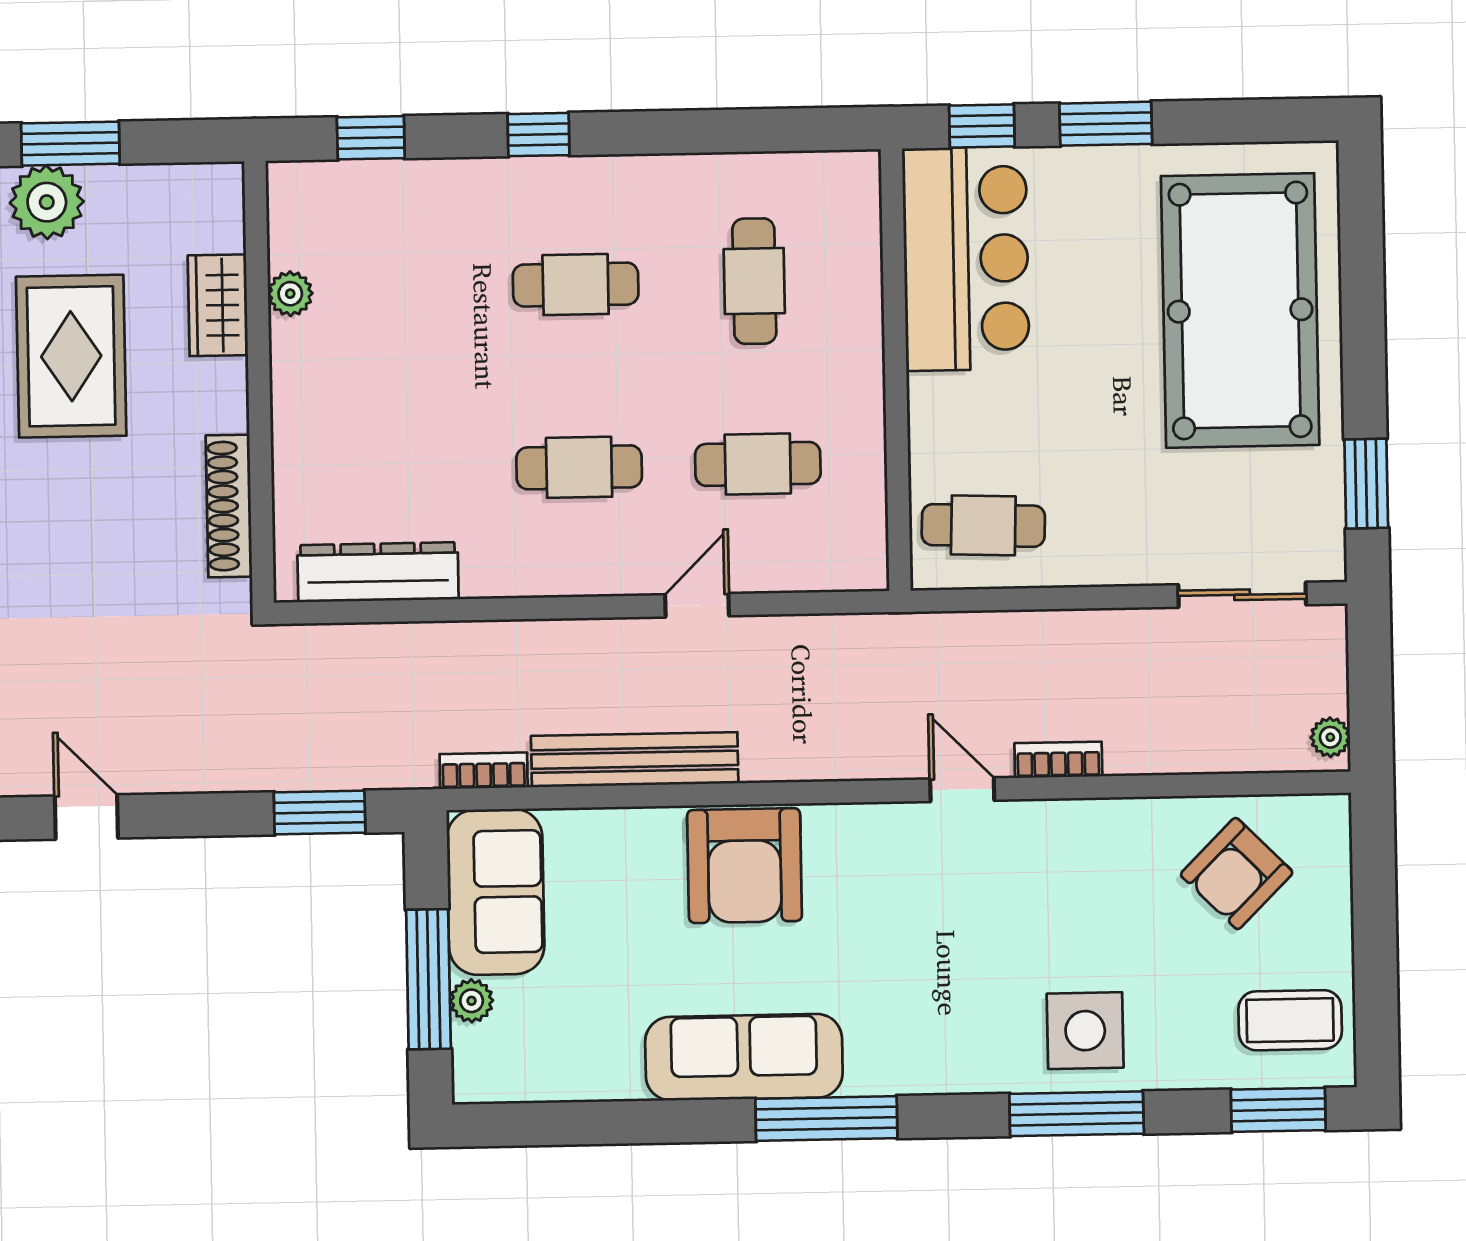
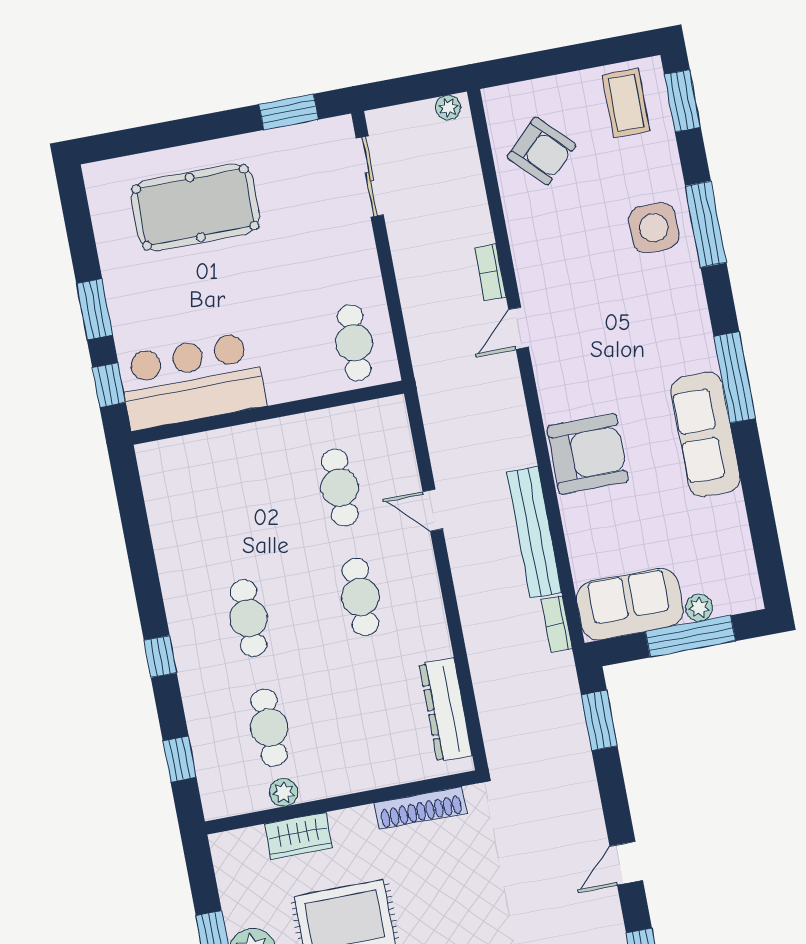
cafe table: (754, 281) -> (269, 728), moved, turned 90
pool table: (1240, 310) -> (195, 207), width x0.73, depth x0.76

